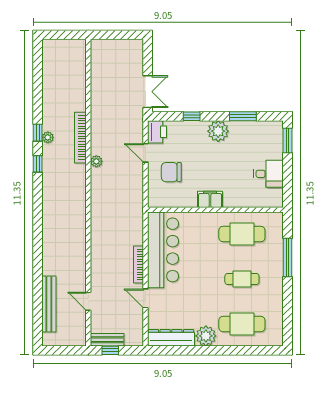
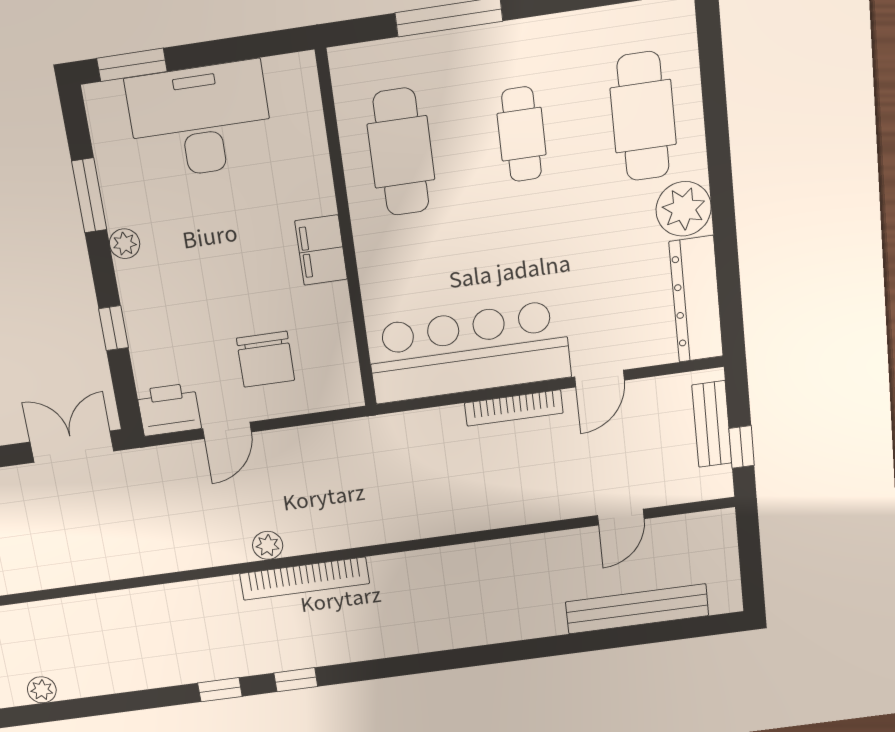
plant: (218, 131) -> (125, 244), width x0.53, depth x0.53
plant: (48, 137) -> (42, 690), moved
bookcase: (80, 138) -> (305, 579), moved
desk: (269, 174) -> (200, 120), width x1.87, depth x1.30
bench: (107, 340) -> (712, 424), moved

